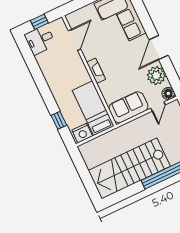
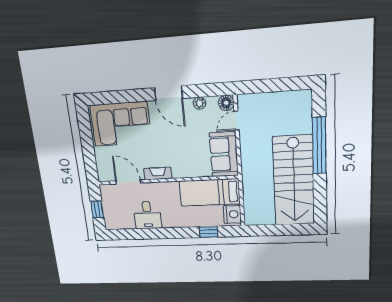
desk: (40, 40) -> (147, 215), moved
fireplace: (96, 71) -> (158, 173), moved
plant: (156, 76) -> (200, 103), width x0.53, depth x0.53
door: (158, 106) -> (236, 121), swing flipped

